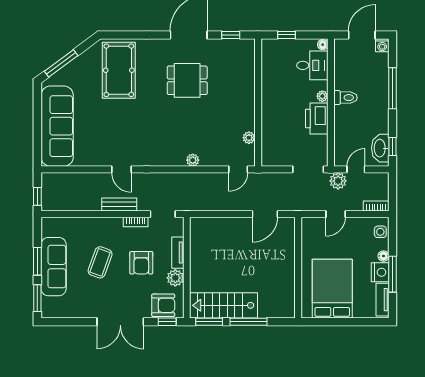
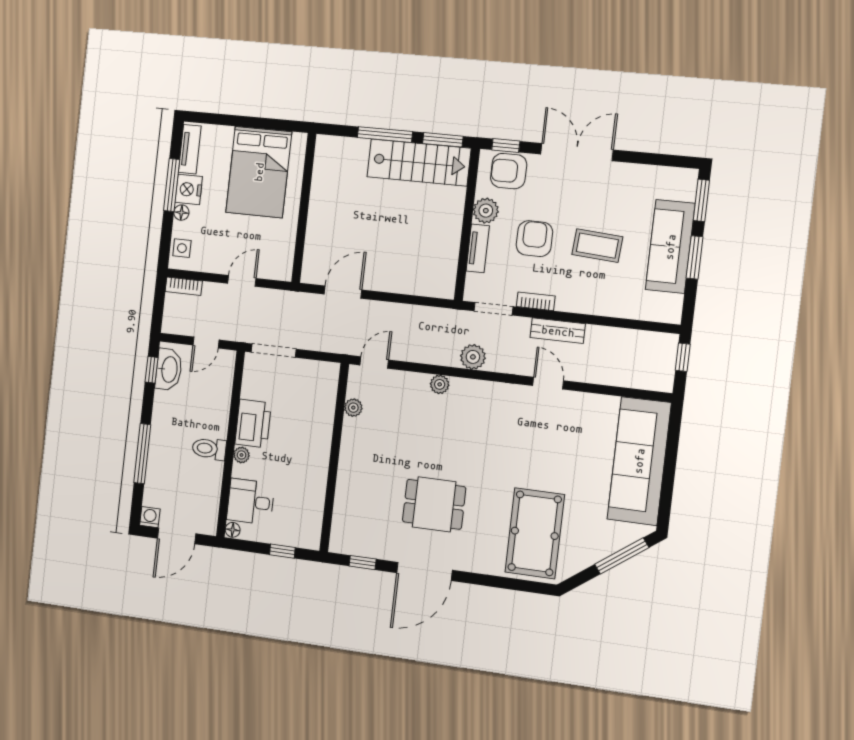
plant: (338, 181) -> (473, 357), moved
coffee table: (100, 262) -> (597, 246), turned 74

